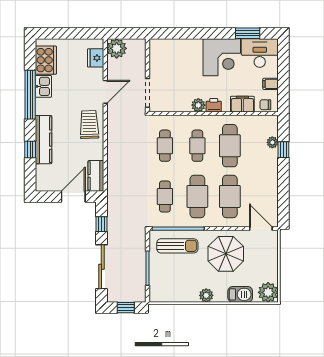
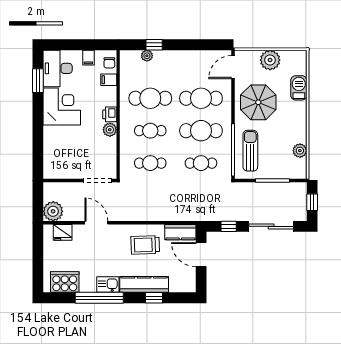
kitchen sink: (43, 86) -> (108, 285), moved
filing cabinet: (242, 104) -> (109, 80), width x0.50
trolley: (89, 125) -> (145, 245), moved
plant: (268, 292) -> (270, 60), moved
plant: (206, 295) -> (300, 151), moved

